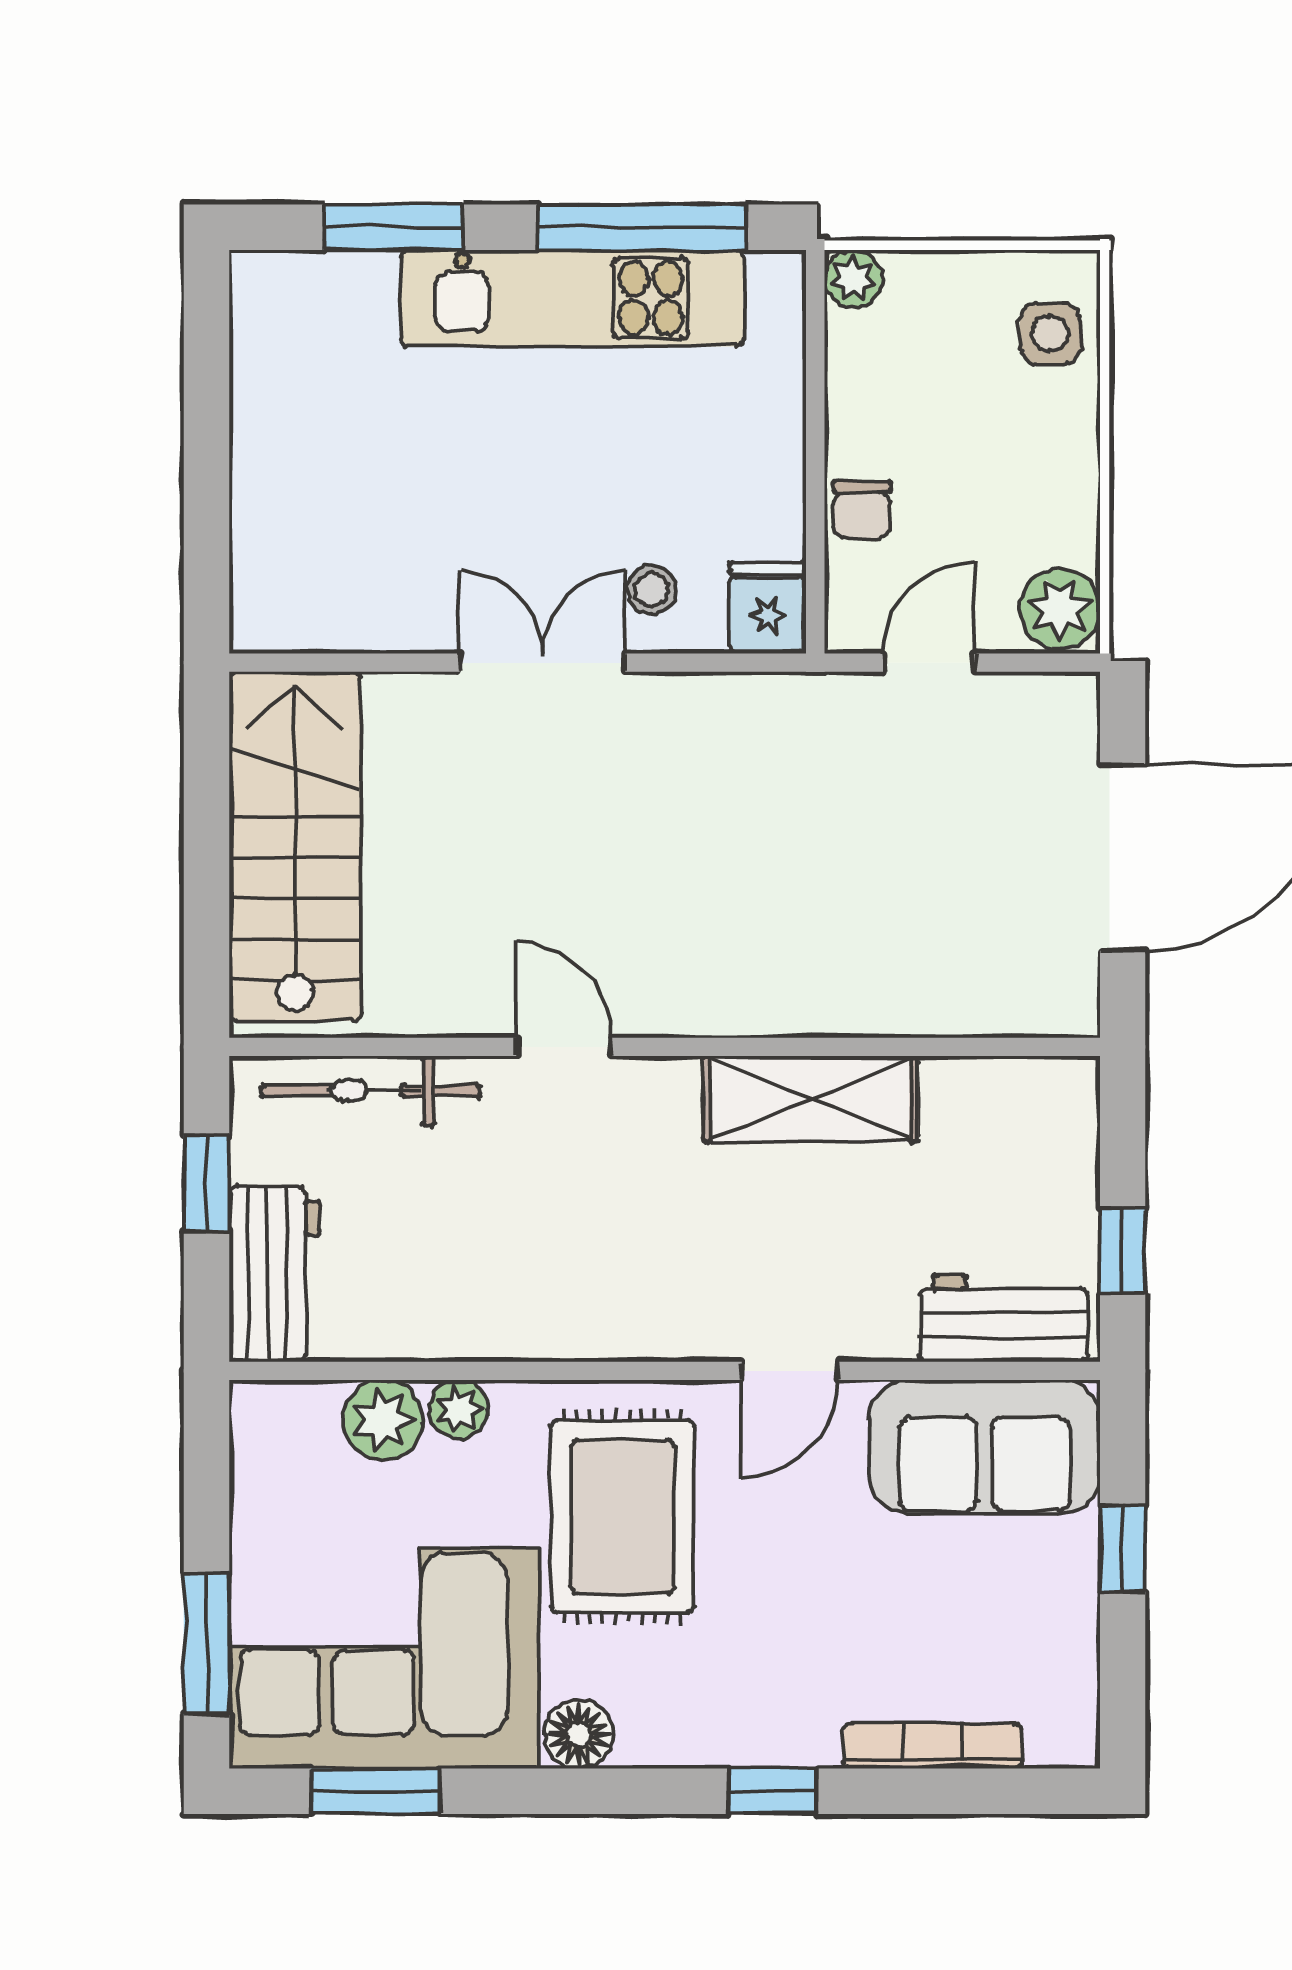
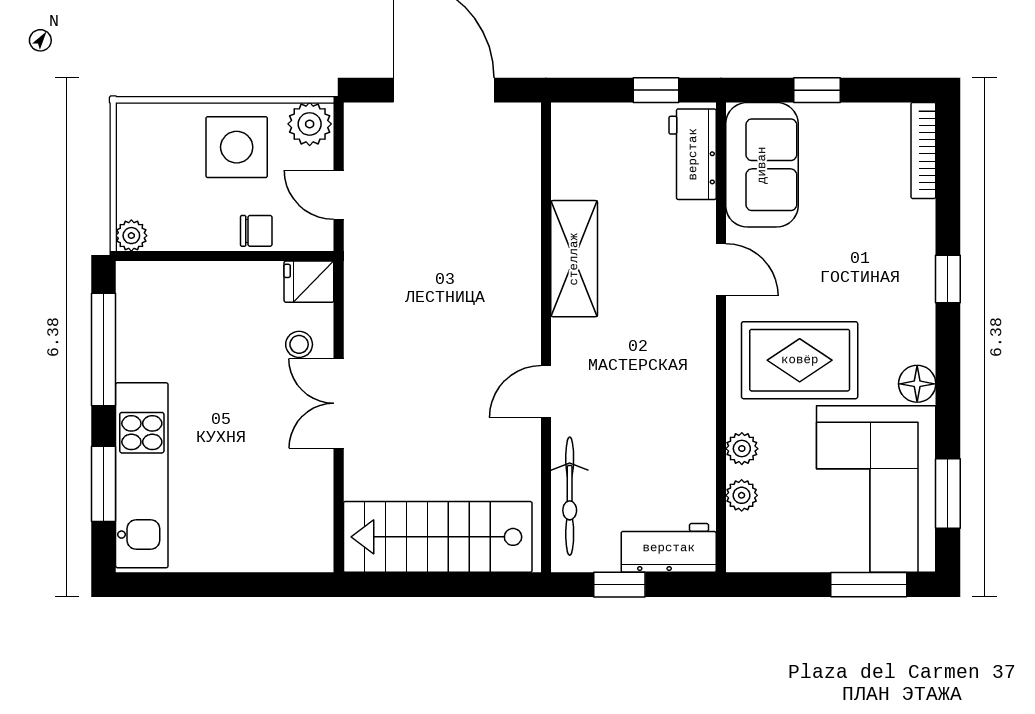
kitchen unit: (572, 298) -> (142, 475), moved
side table: (1050, 333) -> (237, 147), moved, width x1.87, depth x1.87
plant: (383, 1420) -> (742, 495), width x0.73, depth x0.73
bookcase: (933, 1746) -> (923, 150), moved

